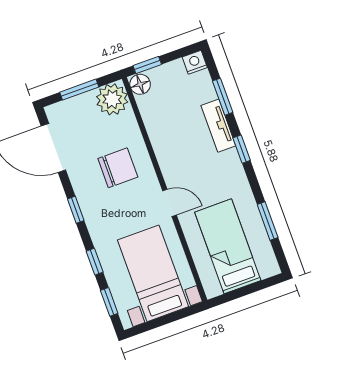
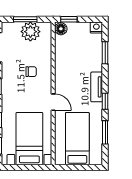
plant: (112, 99) -> (30, 32), moved
tv unit: (218, 126) -> (97, 87), moved
window: (242, 149) -> (105, 101), moved
chair: (118, 168) -> (31, 72), width x0.54, depth x0.54

